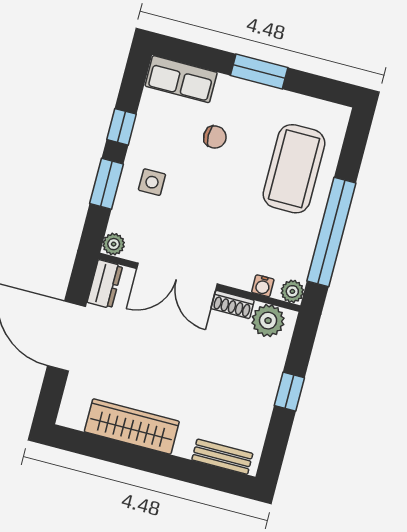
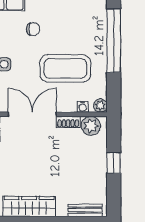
coffee table: (294, 169) -> (65, 68), moved, turned 90
window: (331, 232) -> (114, 41), moved
double door: (177, 276) -> (32, 114), swing flipped

